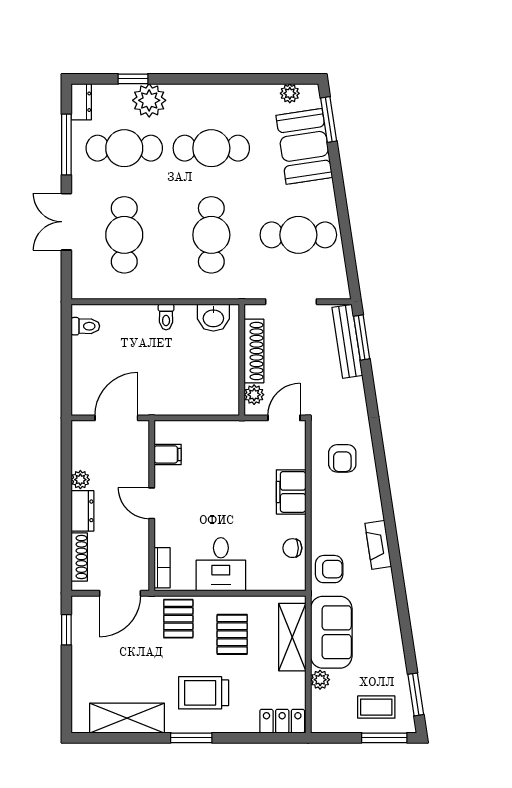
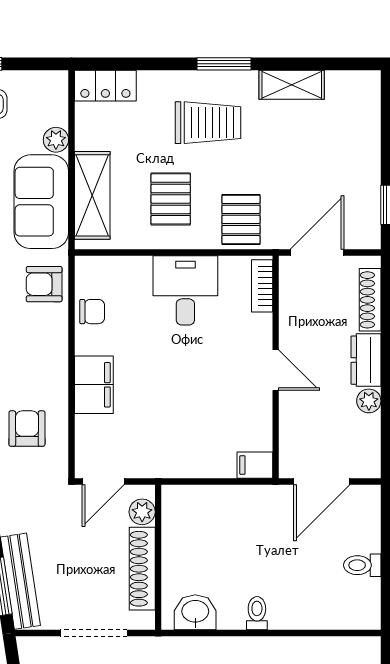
toilet: (85, 326) -> (362, 565), moved
filing cabinet: (168, 454) -> (255, 465), moved
shelving: (127, 718) -> (292, 85), width x0.67, depth x0.75

